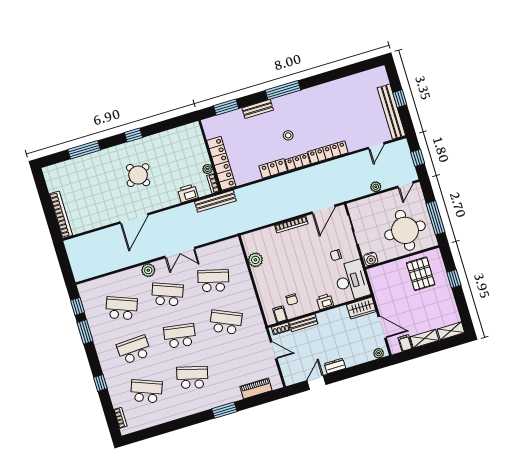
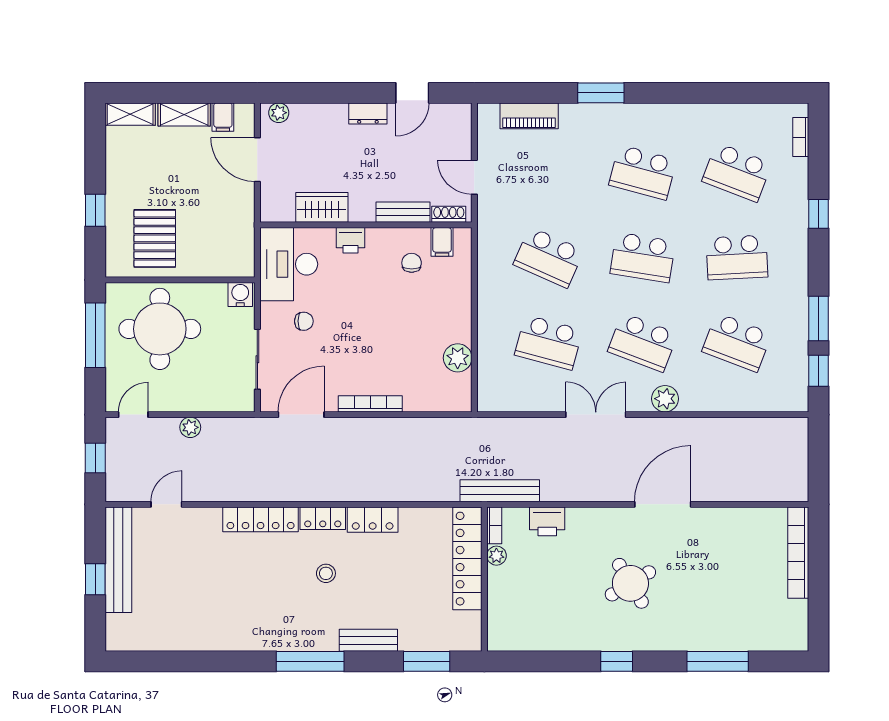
wardrobe: (361, 308) -> (322, 207), moved

